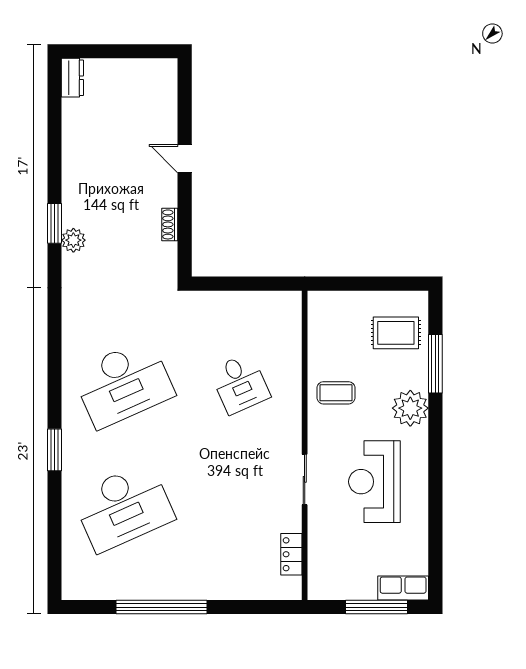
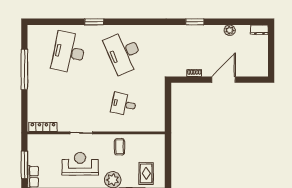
door: (185, 159) -> (223, 80), width x1.88
plant: (73, 240) -> (230, 30), moved
desk: (240, 384) -> (124, 104), turned 36
desk: (123, 507) -> (69, 52), turned 36
locker: (291, 554) -> (43, 127), width x1.53

